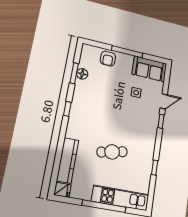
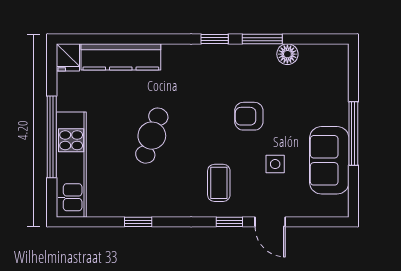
armchair: (108, 59) -> (249, 116), moved
sofa: (149, 69) -> (329, 160), moved
window: (74, 73) -> (262, 39), moved
coffee table: (141, 122) -> (219, 183), added
cafe table: (112, 152) -> (152, 136), turned 31

